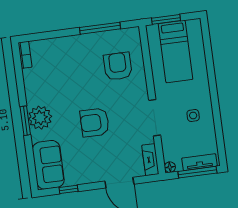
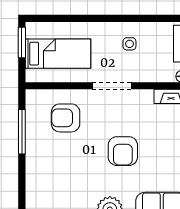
window: (166, 19) -> (22, 42), moved
doorway: (155, 118) -> (112, 86), moved

